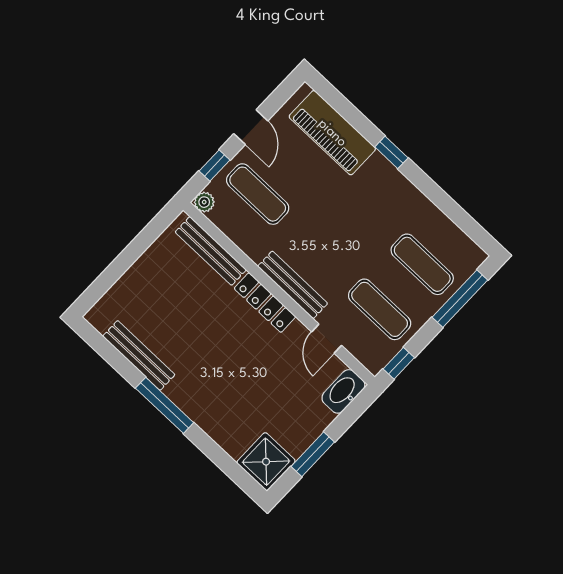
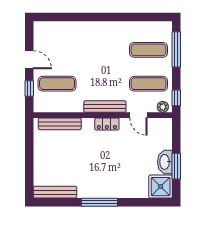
piano: (332, 133) -> (64, 31), removed
window: (391, 152) -> (94, 17), removed
plant: (204, 202) -> (163, 107), moved
locker: (265, 303) -> (107, 124), width x0.66
bench: (139, 355) -> (55, 192), moved
washbasin: (343, 391) -> (165, 162), moved

